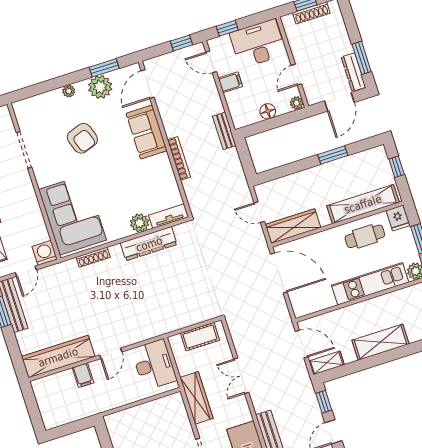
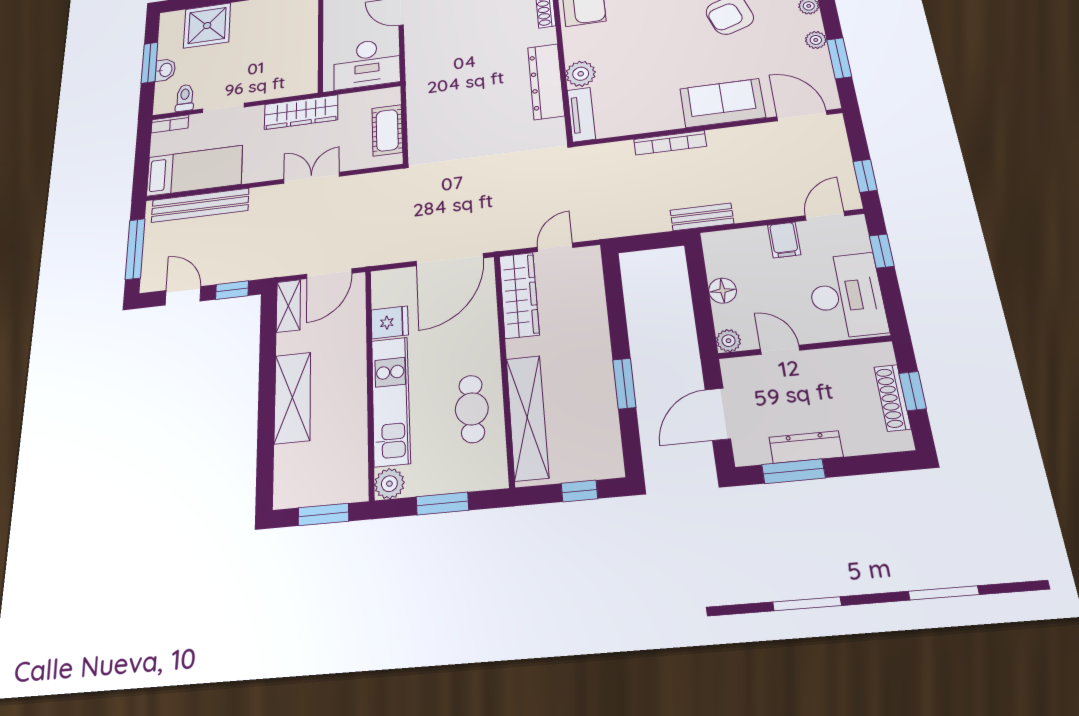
dresser: (353, 72) -> (806, 447), moved
plant: (100, 87) -> (816, 40), width x0.53, depth x0.53
door: (339, 102) -> (718, 414), hinge flipped
fridge: (398, 218) -> (390, 322), moved, turned 180

